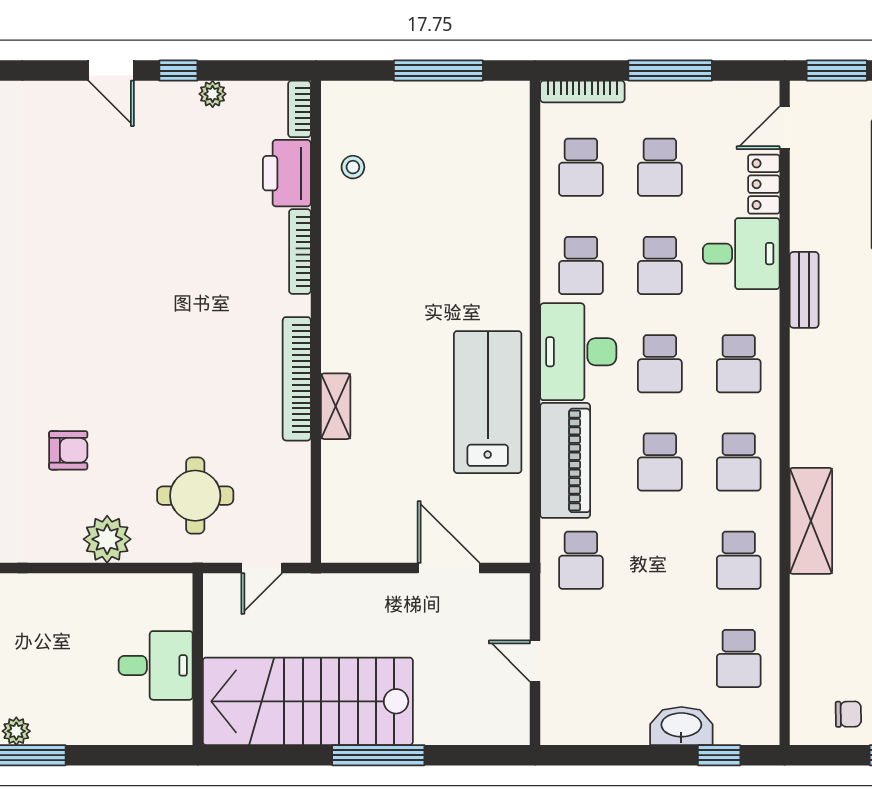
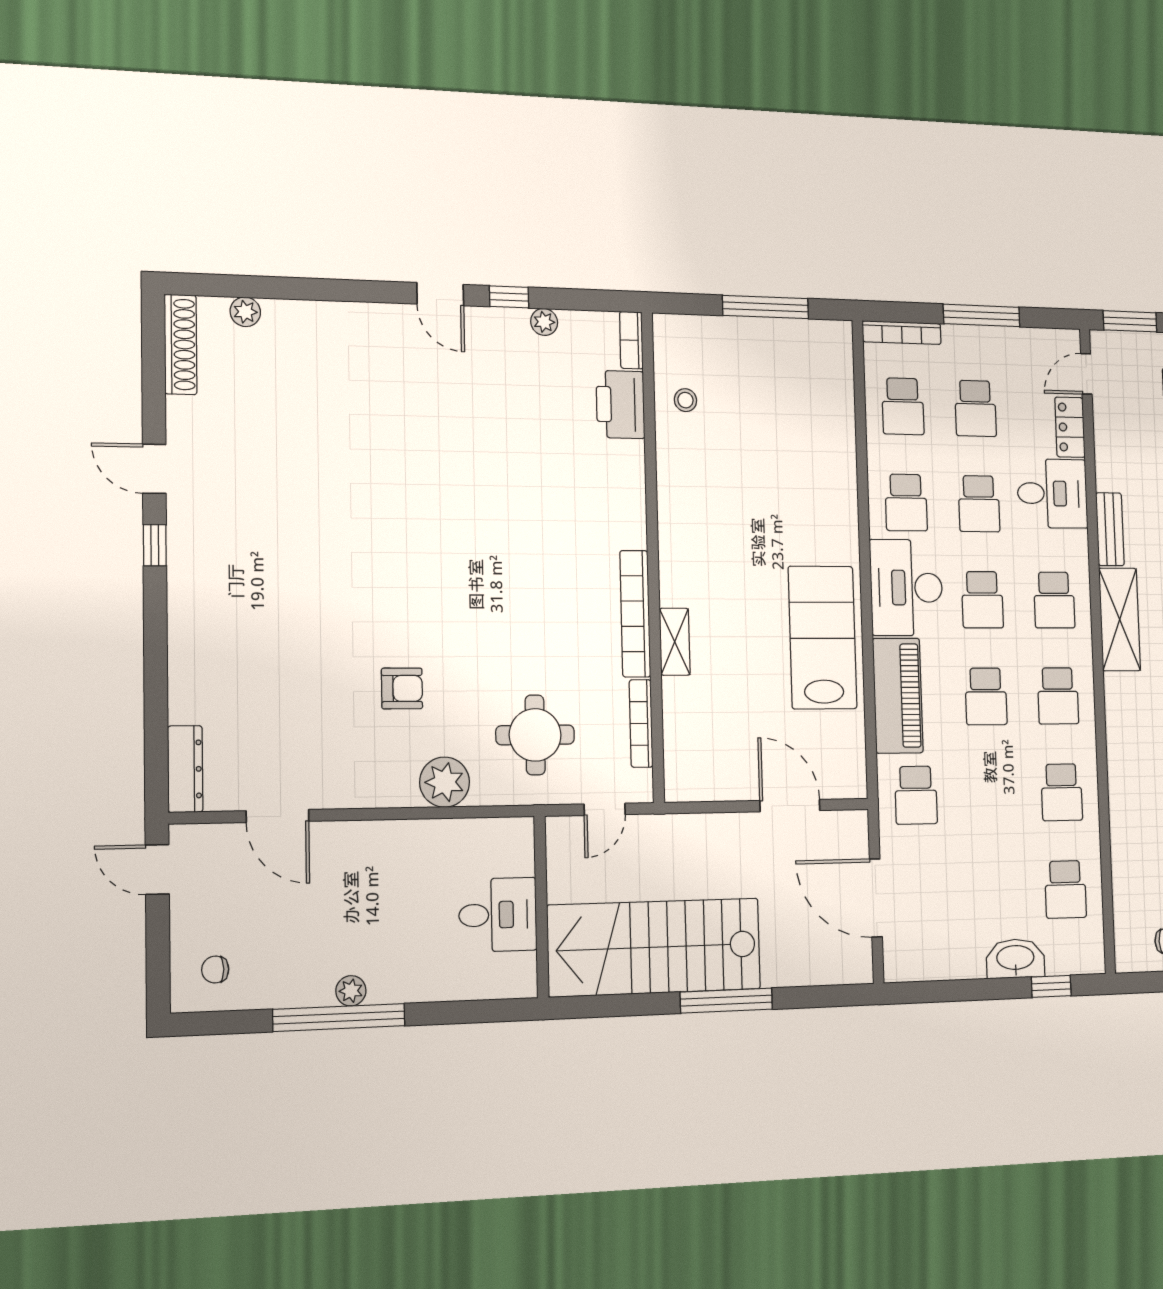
bookcase: (300, 252) -> (641, 723), moved
shelving: (811, 521) -> (1120, 619), moved
door: (535, 661) -> (876, 898), width x1.88

